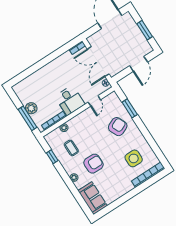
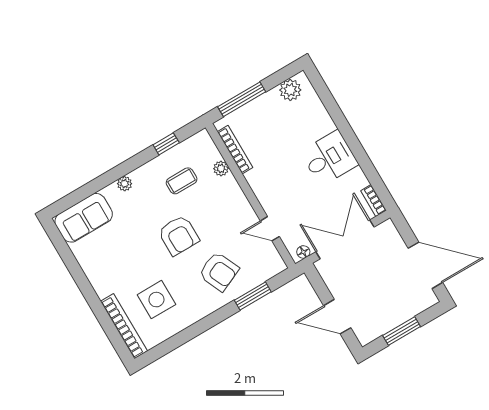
desk: (70, 100) -> (329, 158), moved, turned 180
plant: (31, 108) -> (290, 90), moved
armchair: (93, 164) -> (179, 235), moved

